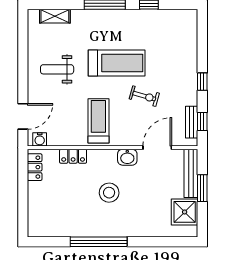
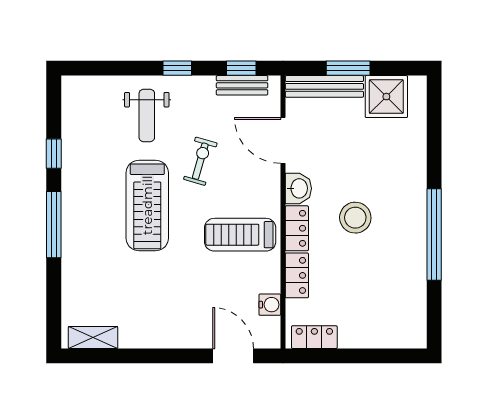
shelving: (55, 16) -> (93, 338), moved, turned 90
treadmill: (117, 63) -> (147, 205), turned 180
weight bench: (57, 69) -> (147, 115), moved
water cooler: (40, 139) -> (270, 305), moved
locker: (102, 156) -> (297, 228), added

